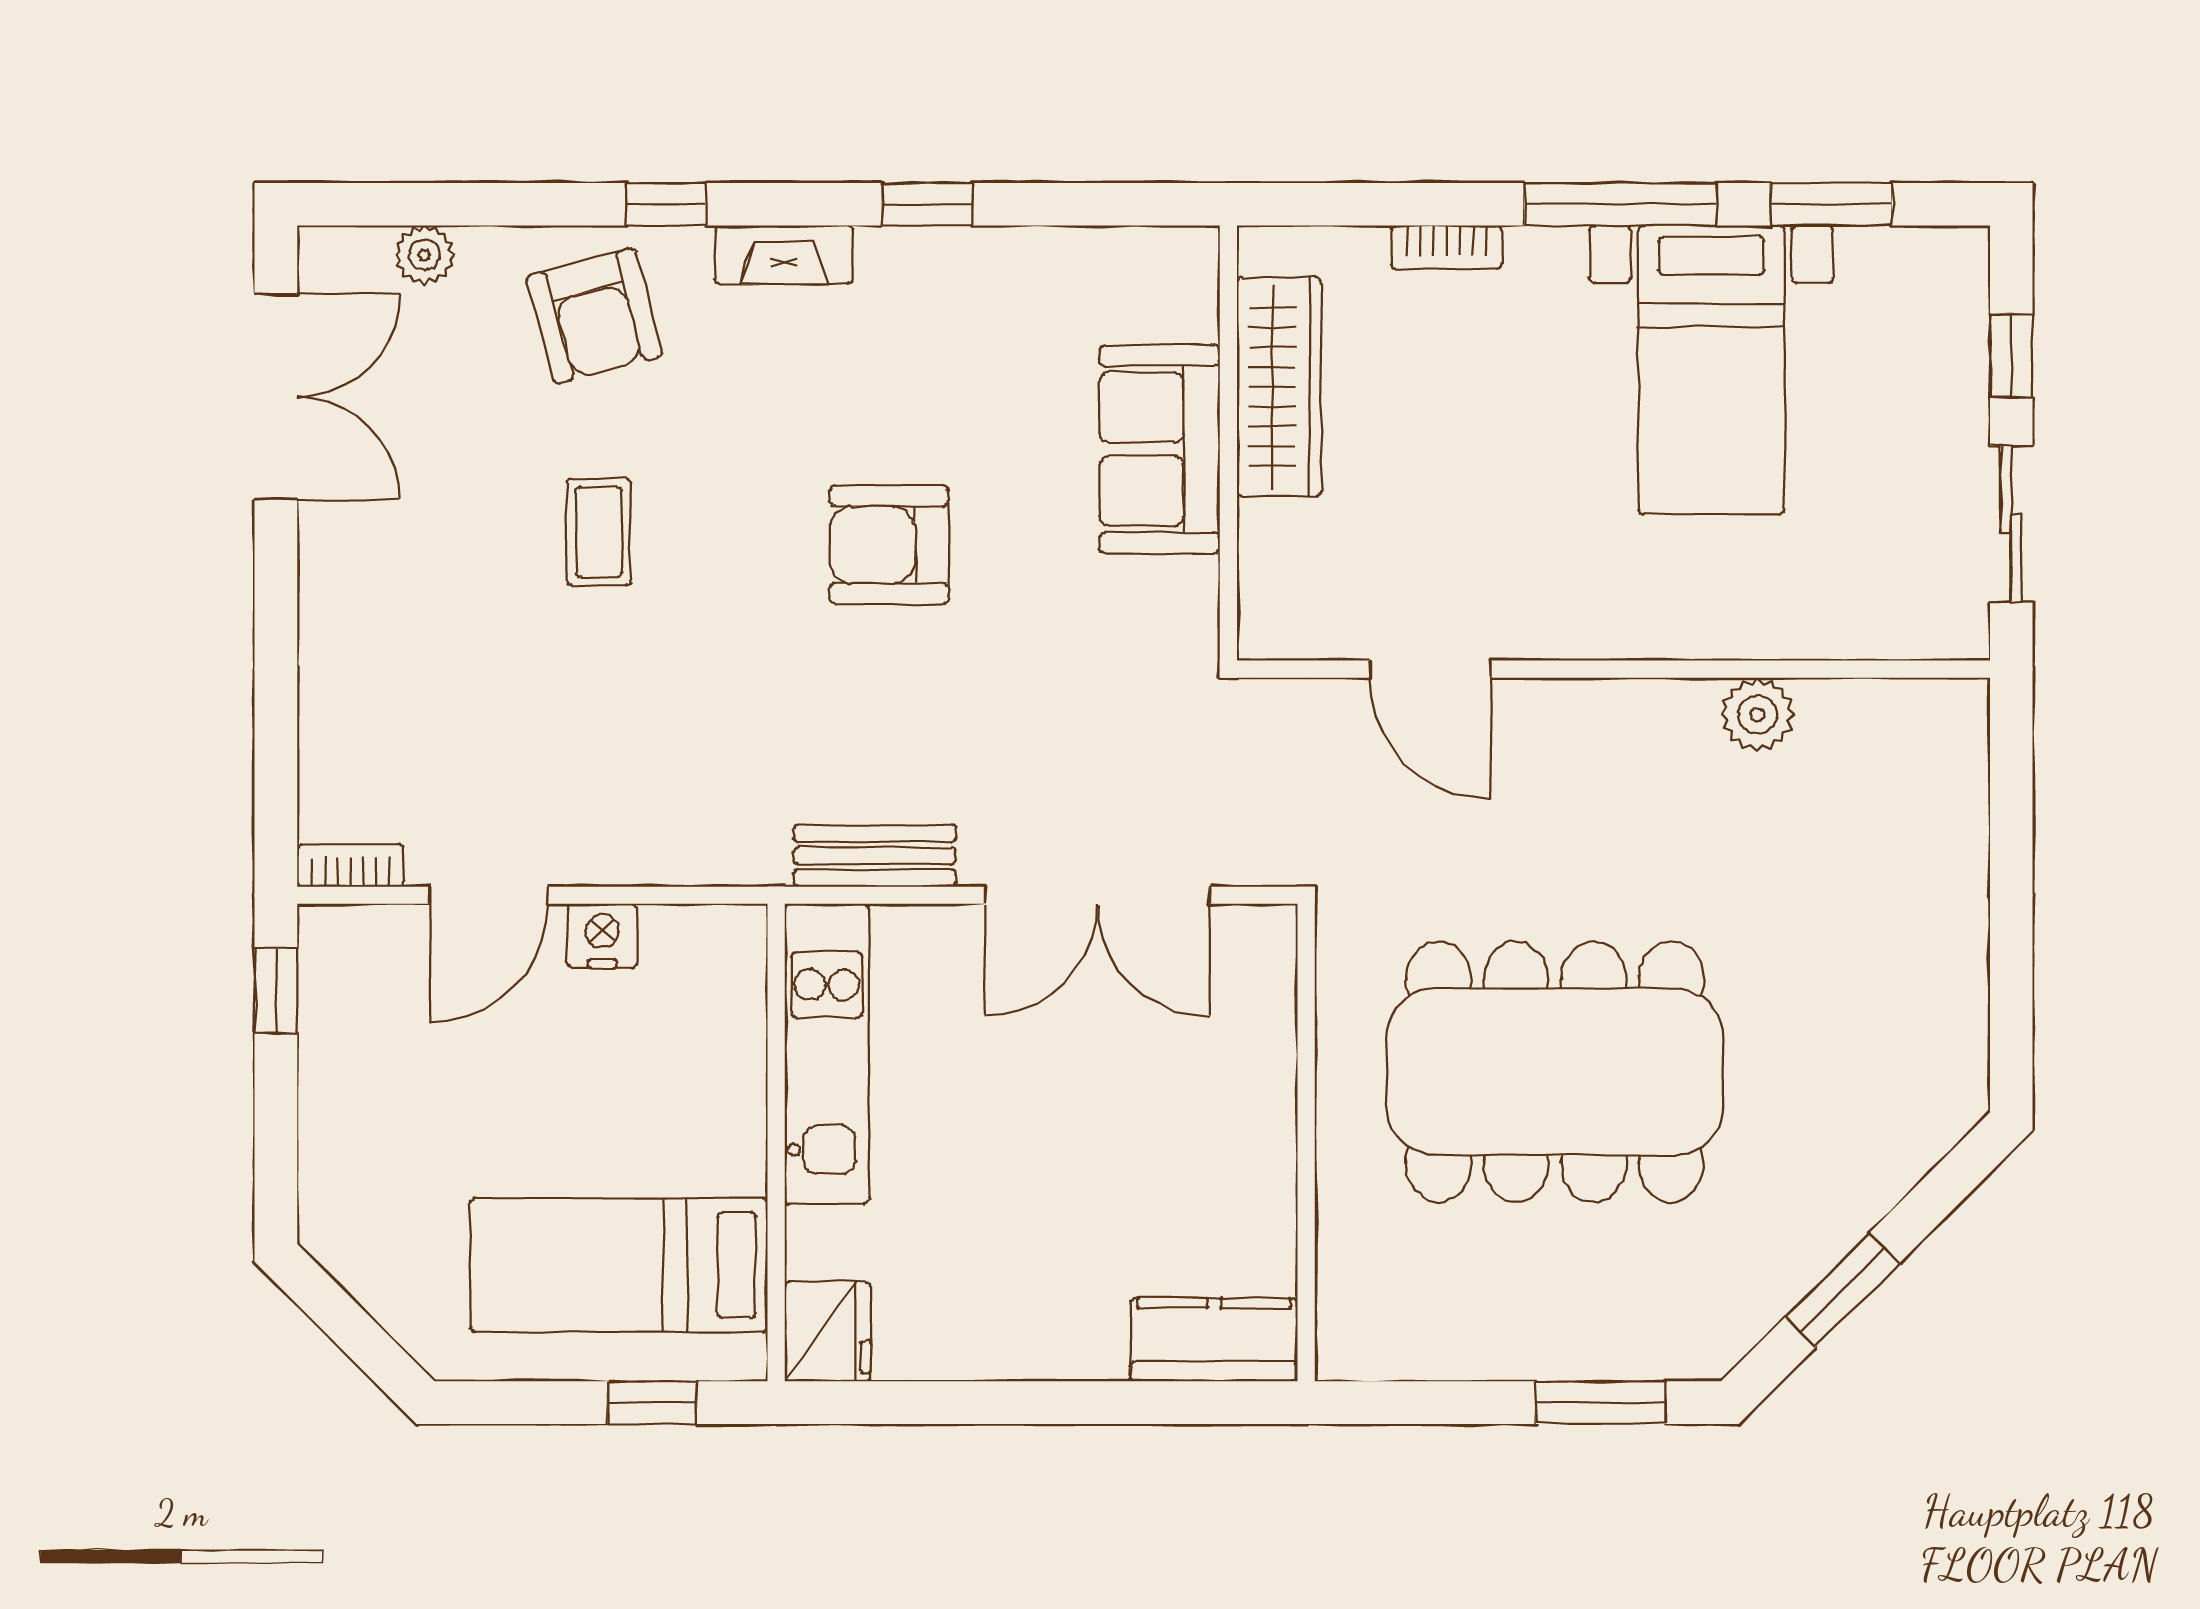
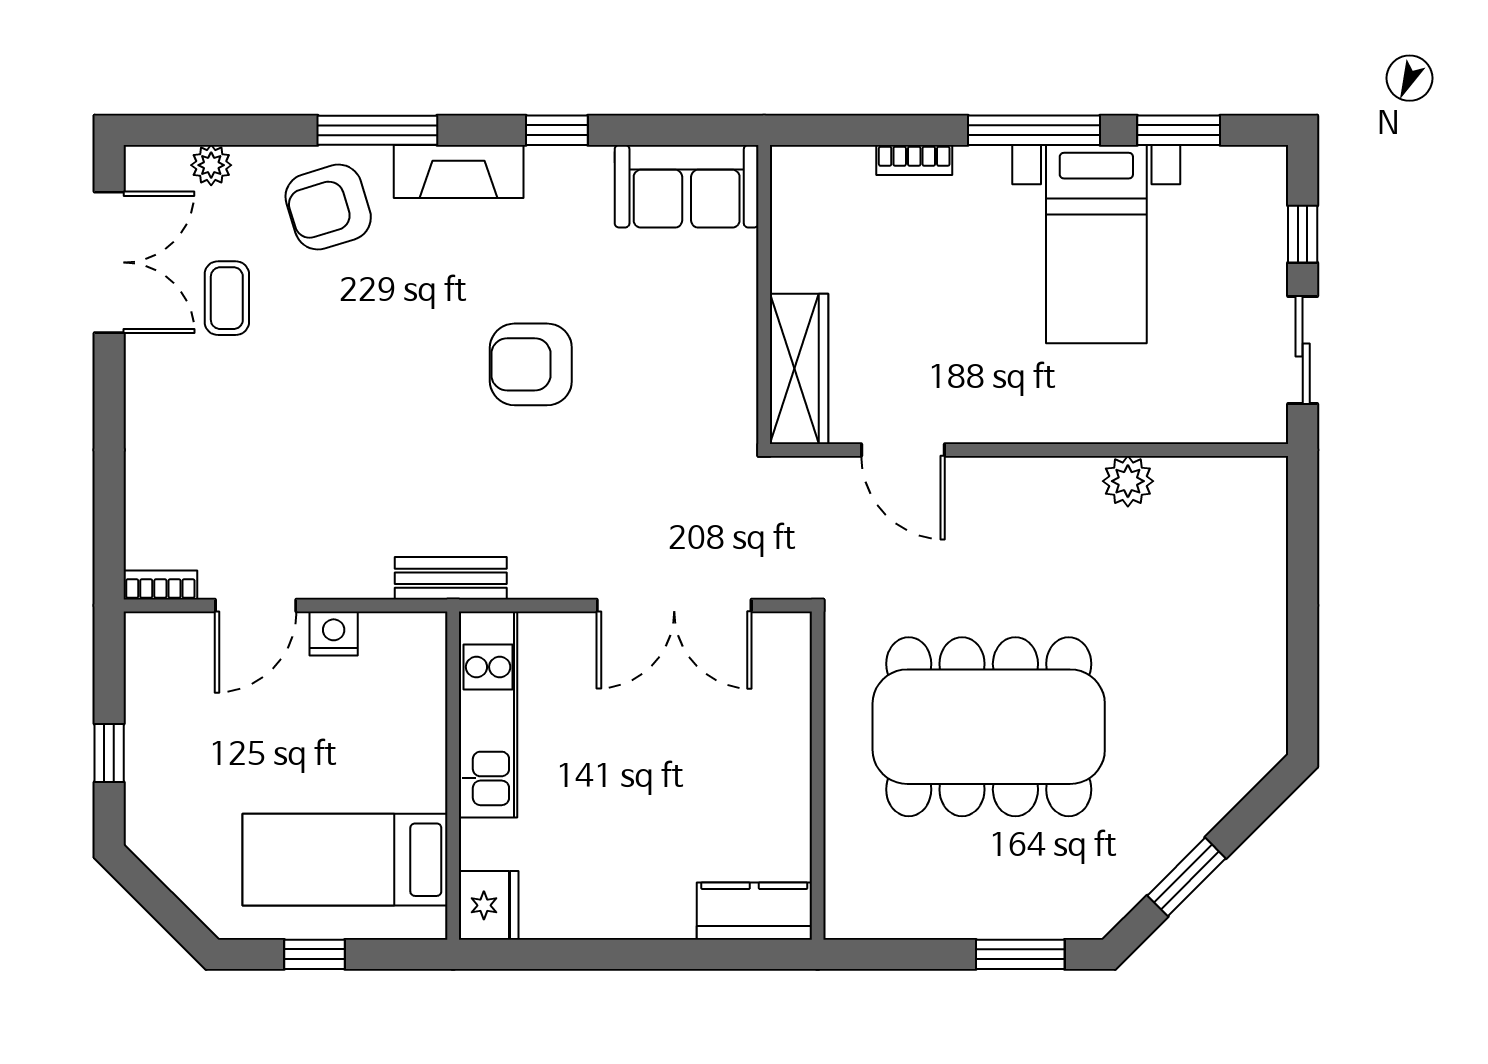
window: (666, 204) -> (377, 130), width x2.17
fireplace: (784, 255) -> (459, 171), width x1.37, depth x1.32
armchair: (594, 316) -> (328, 207), turned 88
wardrobe: (1279, 387) -> (799, 369), moved
sofa: (1160, 449) -> (687, 186), moved, turned -90
coffee table: (599, 532) -> (227, 298), moved
bench: (875, 856) -> (451, 578), moved
window: (276, 991) -> (109, 753), moved
window: (652, 1403) -> (315, 954), moved

